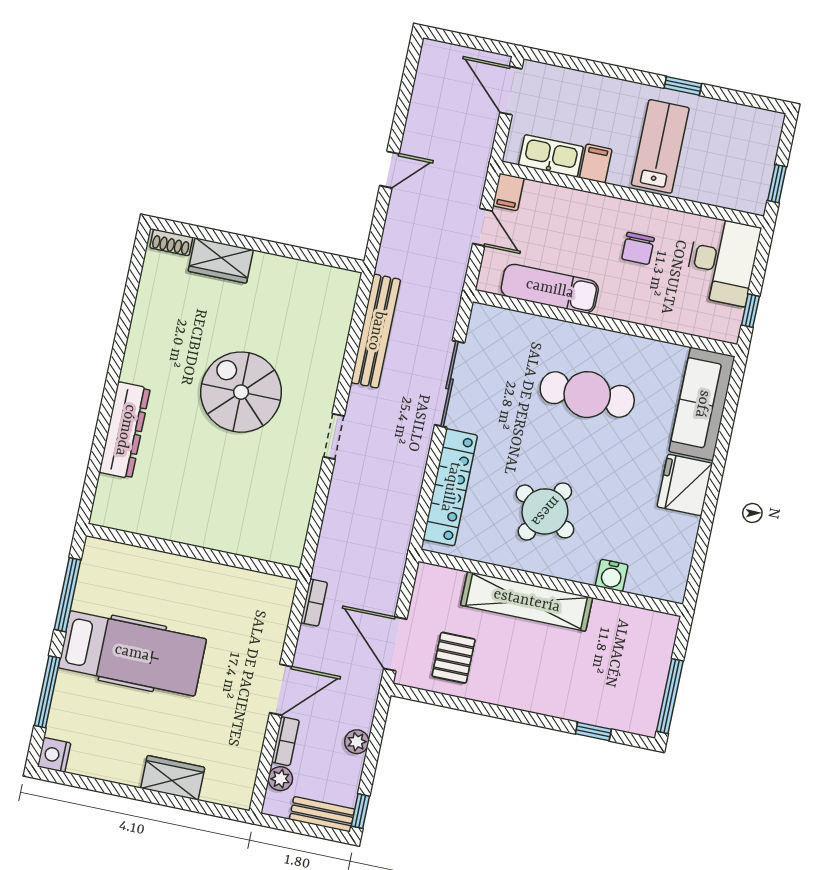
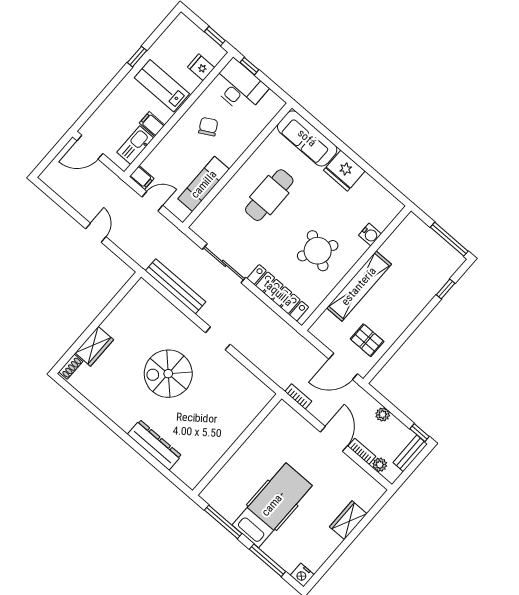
fridge: (720, 189) -> (201, 67), added
chair: (638, 248) -> (208, 127), turned -119
window: (750, 311) -> (249, 66), moved

